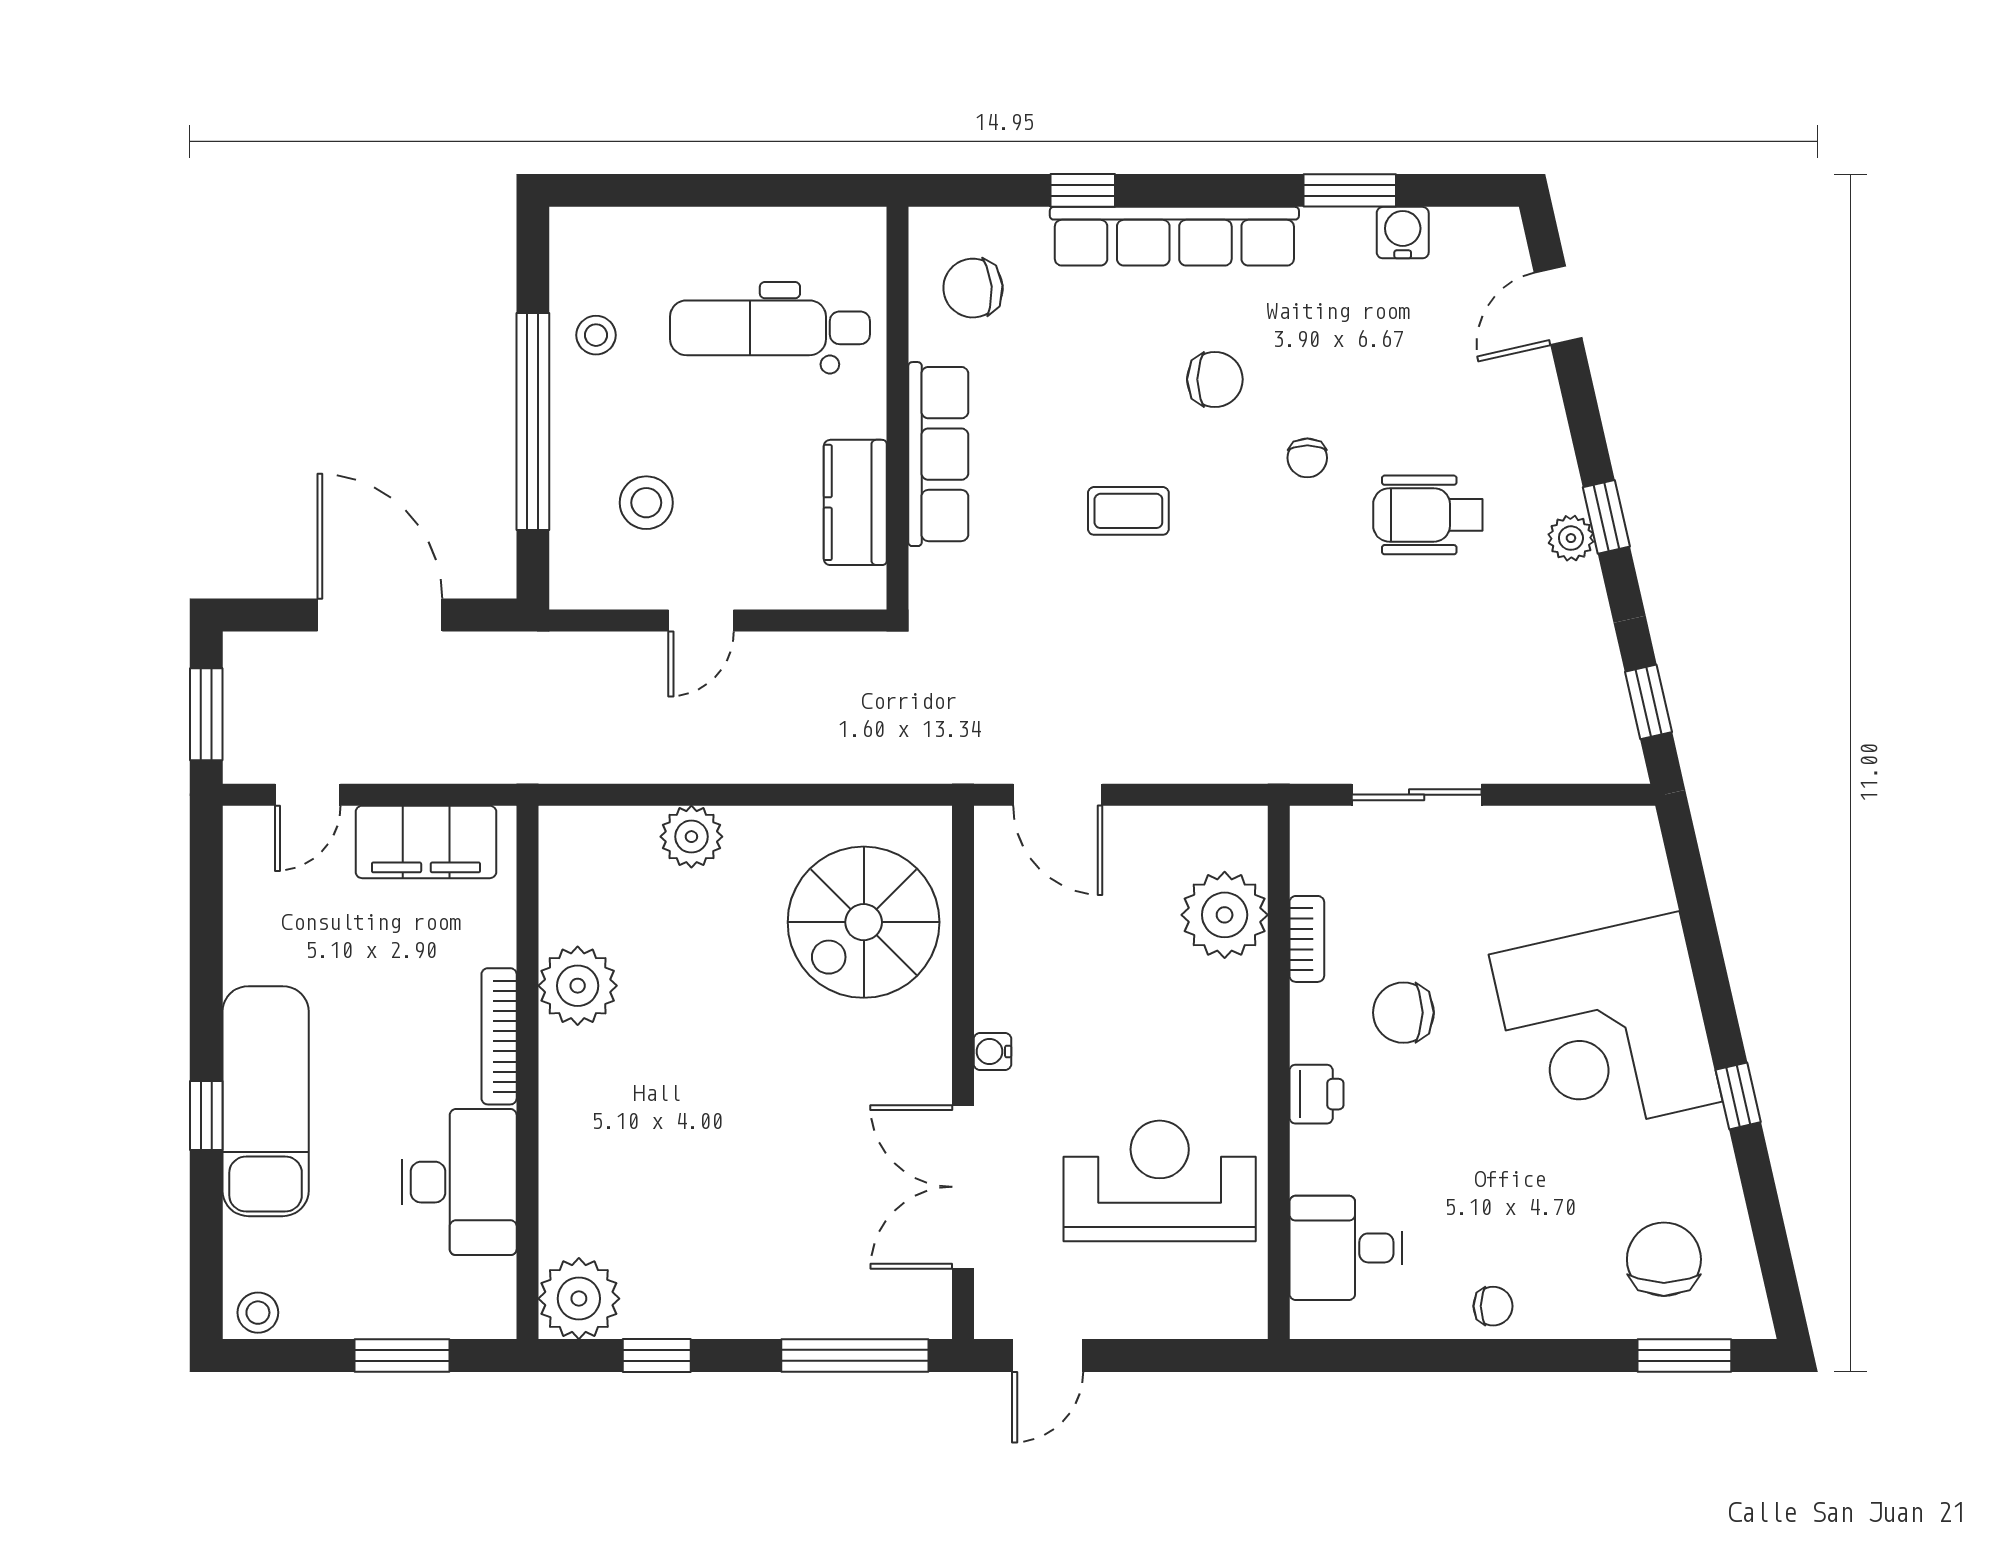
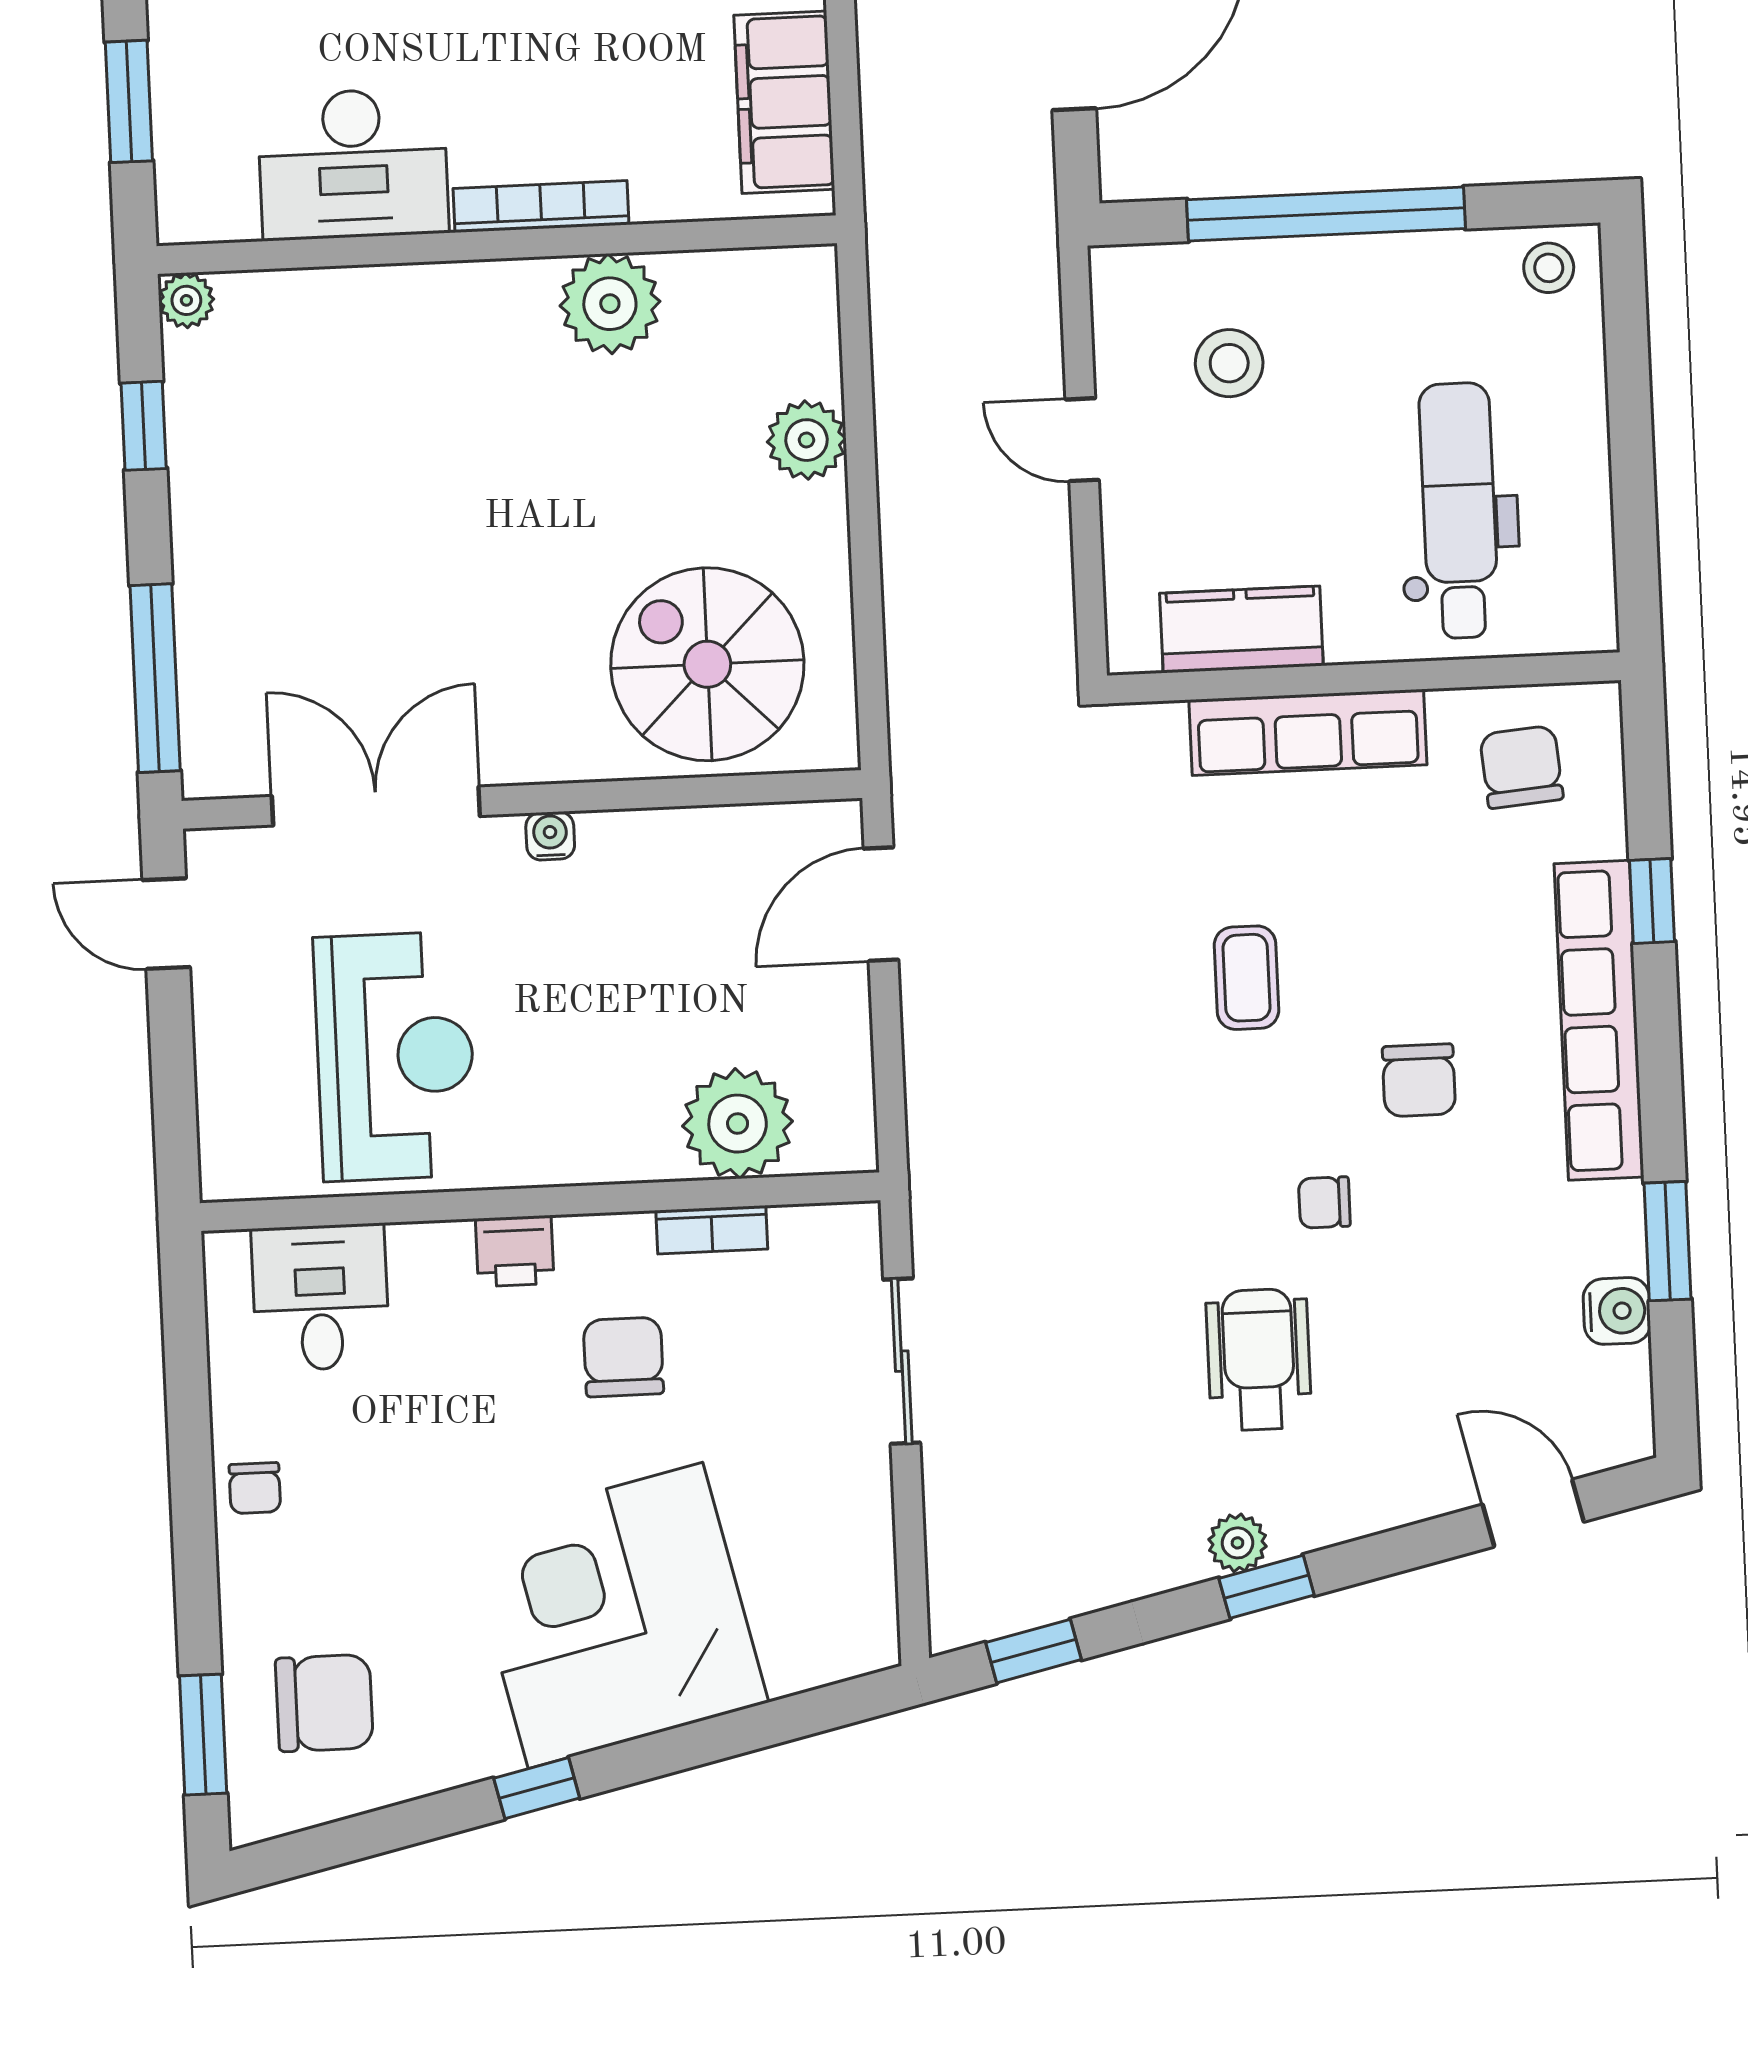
stool: (596, 335) -> (1549, 268), moved
plant: (579, 1299) -> (186, 300), width x0.53, depth x0.53

